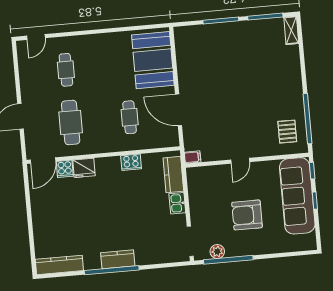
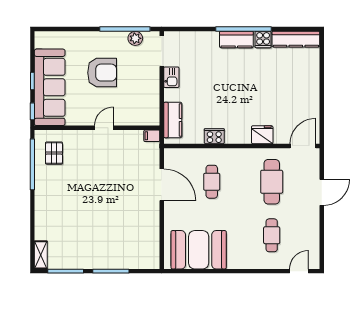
booth: (153, 60) -> (199, 250), moved, turned 90
cooker: (65, 169) -> (263, 39), moved, turned 180
kitchen sink: (177, 203) -> (171, 77), moved

